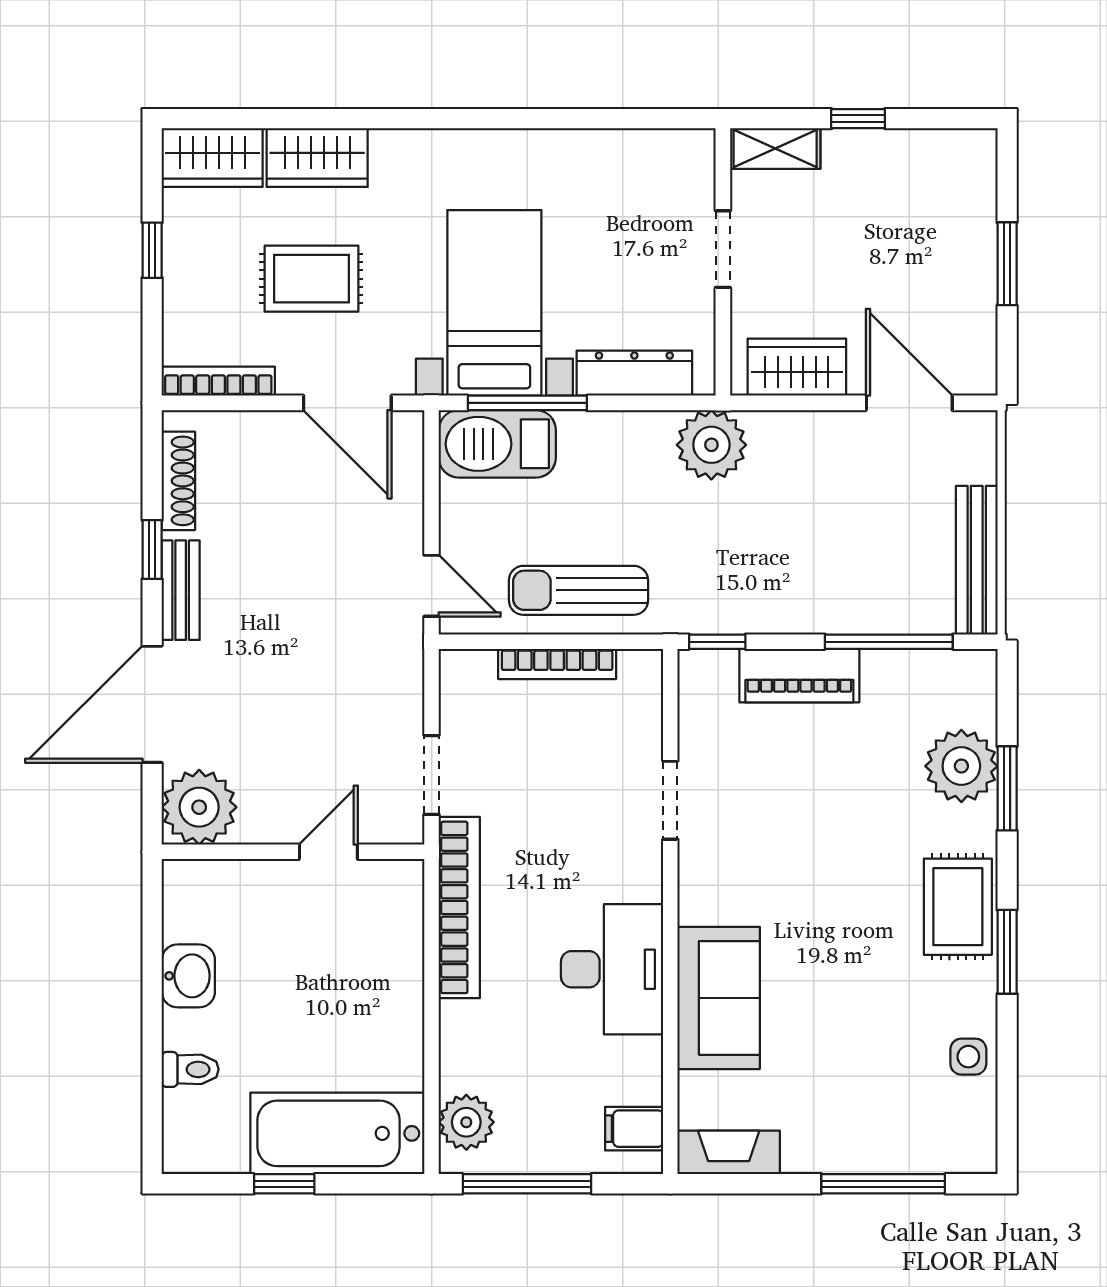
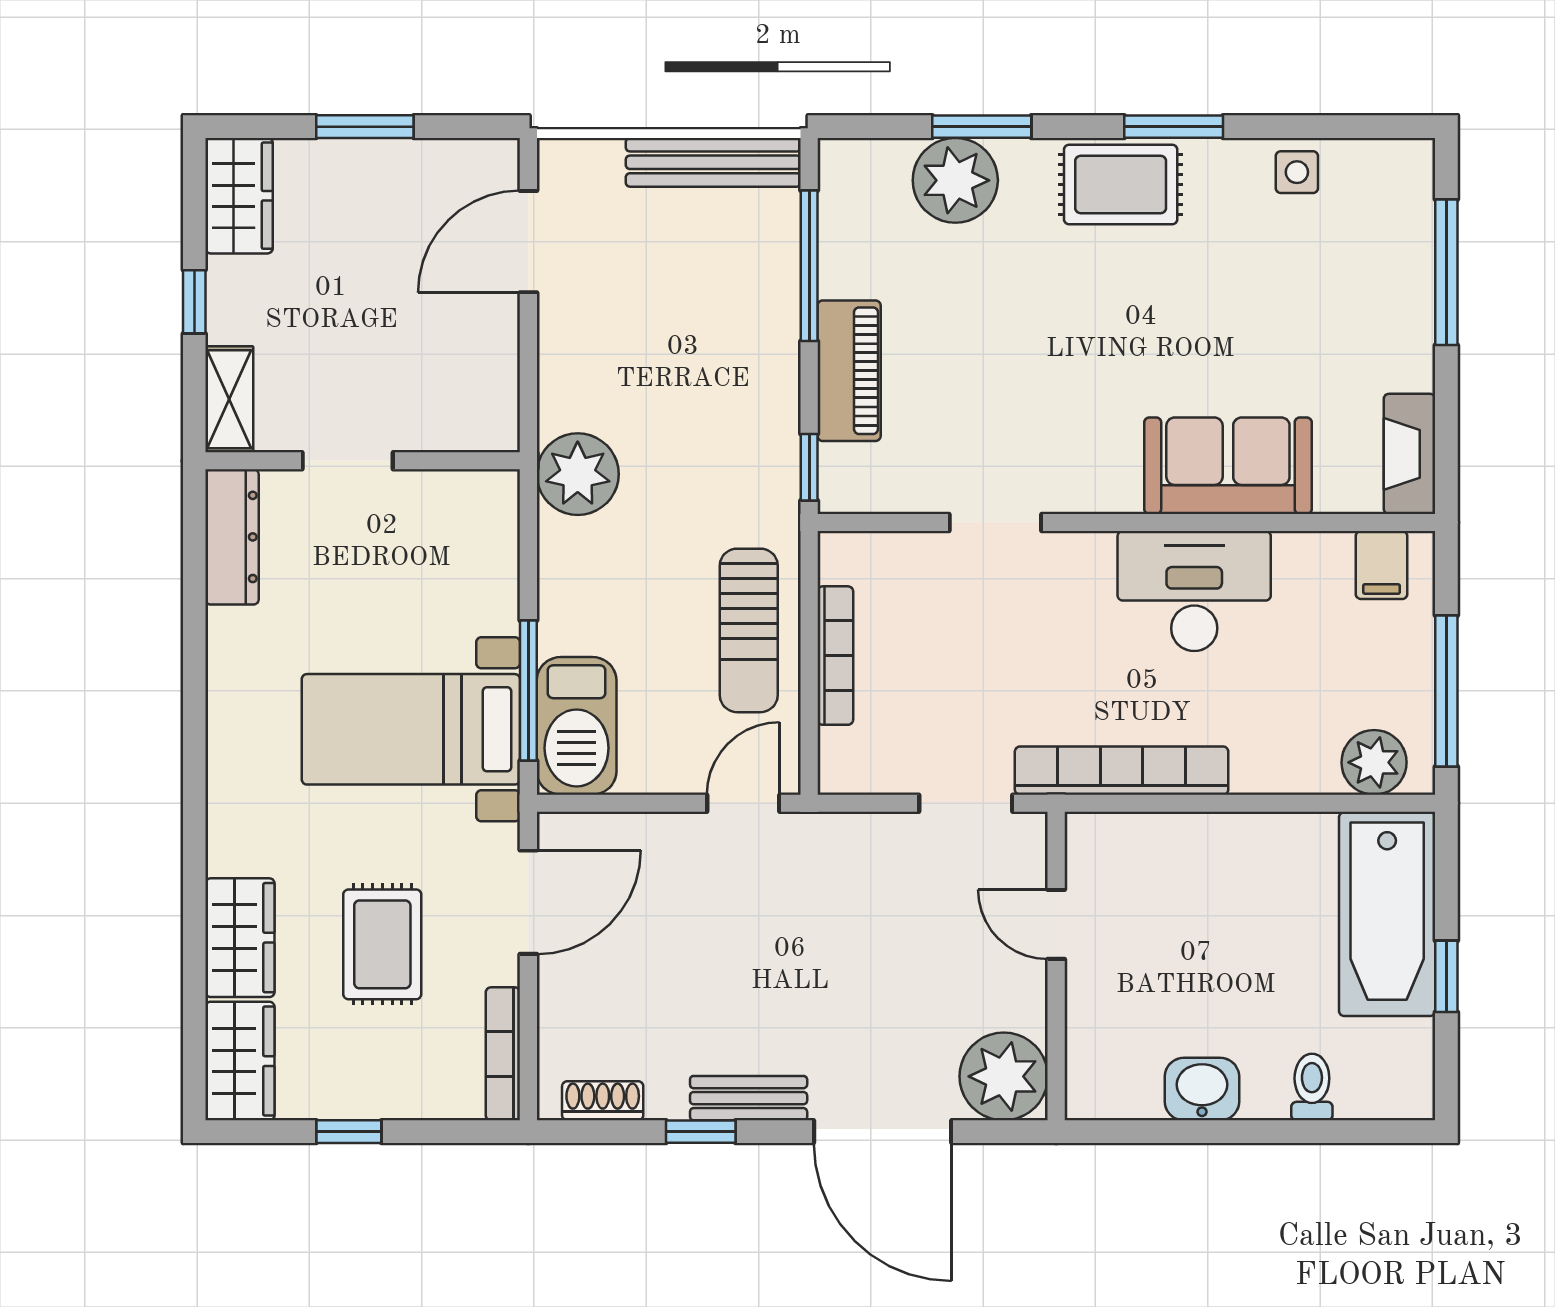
wardrobe: (797, 367) -> (239, 196), moved, turned 180
dresser: (634, 373) -> (232, 537), moved, turned 180
shoe rack: (178, 481) -> (603, 1101), width x0.70

